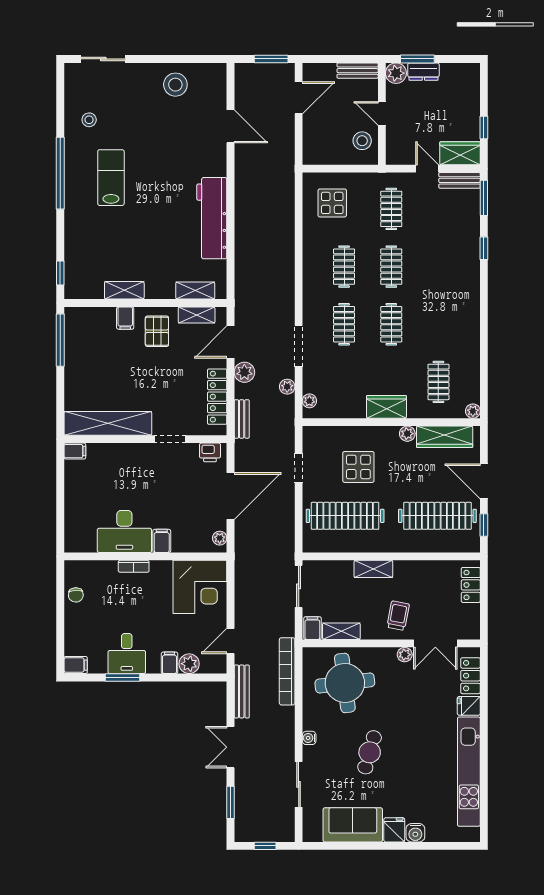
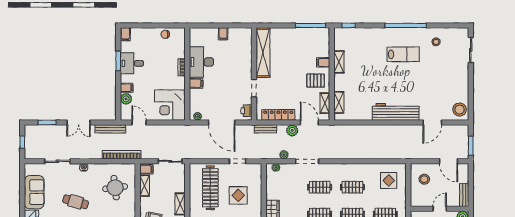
stool: (175, 85) -> (460, 110), moved
stool: (362, 141) -> (424, 179), moved
workbench: (212, 218) -> (396, 112), moved
filing cabinet: (75, 451) -> (223, 34), moved
round table: (345, 683) -> (115, 188), width x0.73, depth x0.73
double door: (230, 747) -> (79, 122), swing flipped

